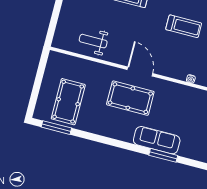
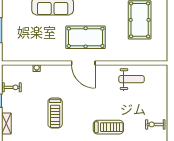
treadmill: (184, 26) -> (55, 113), turned -90

